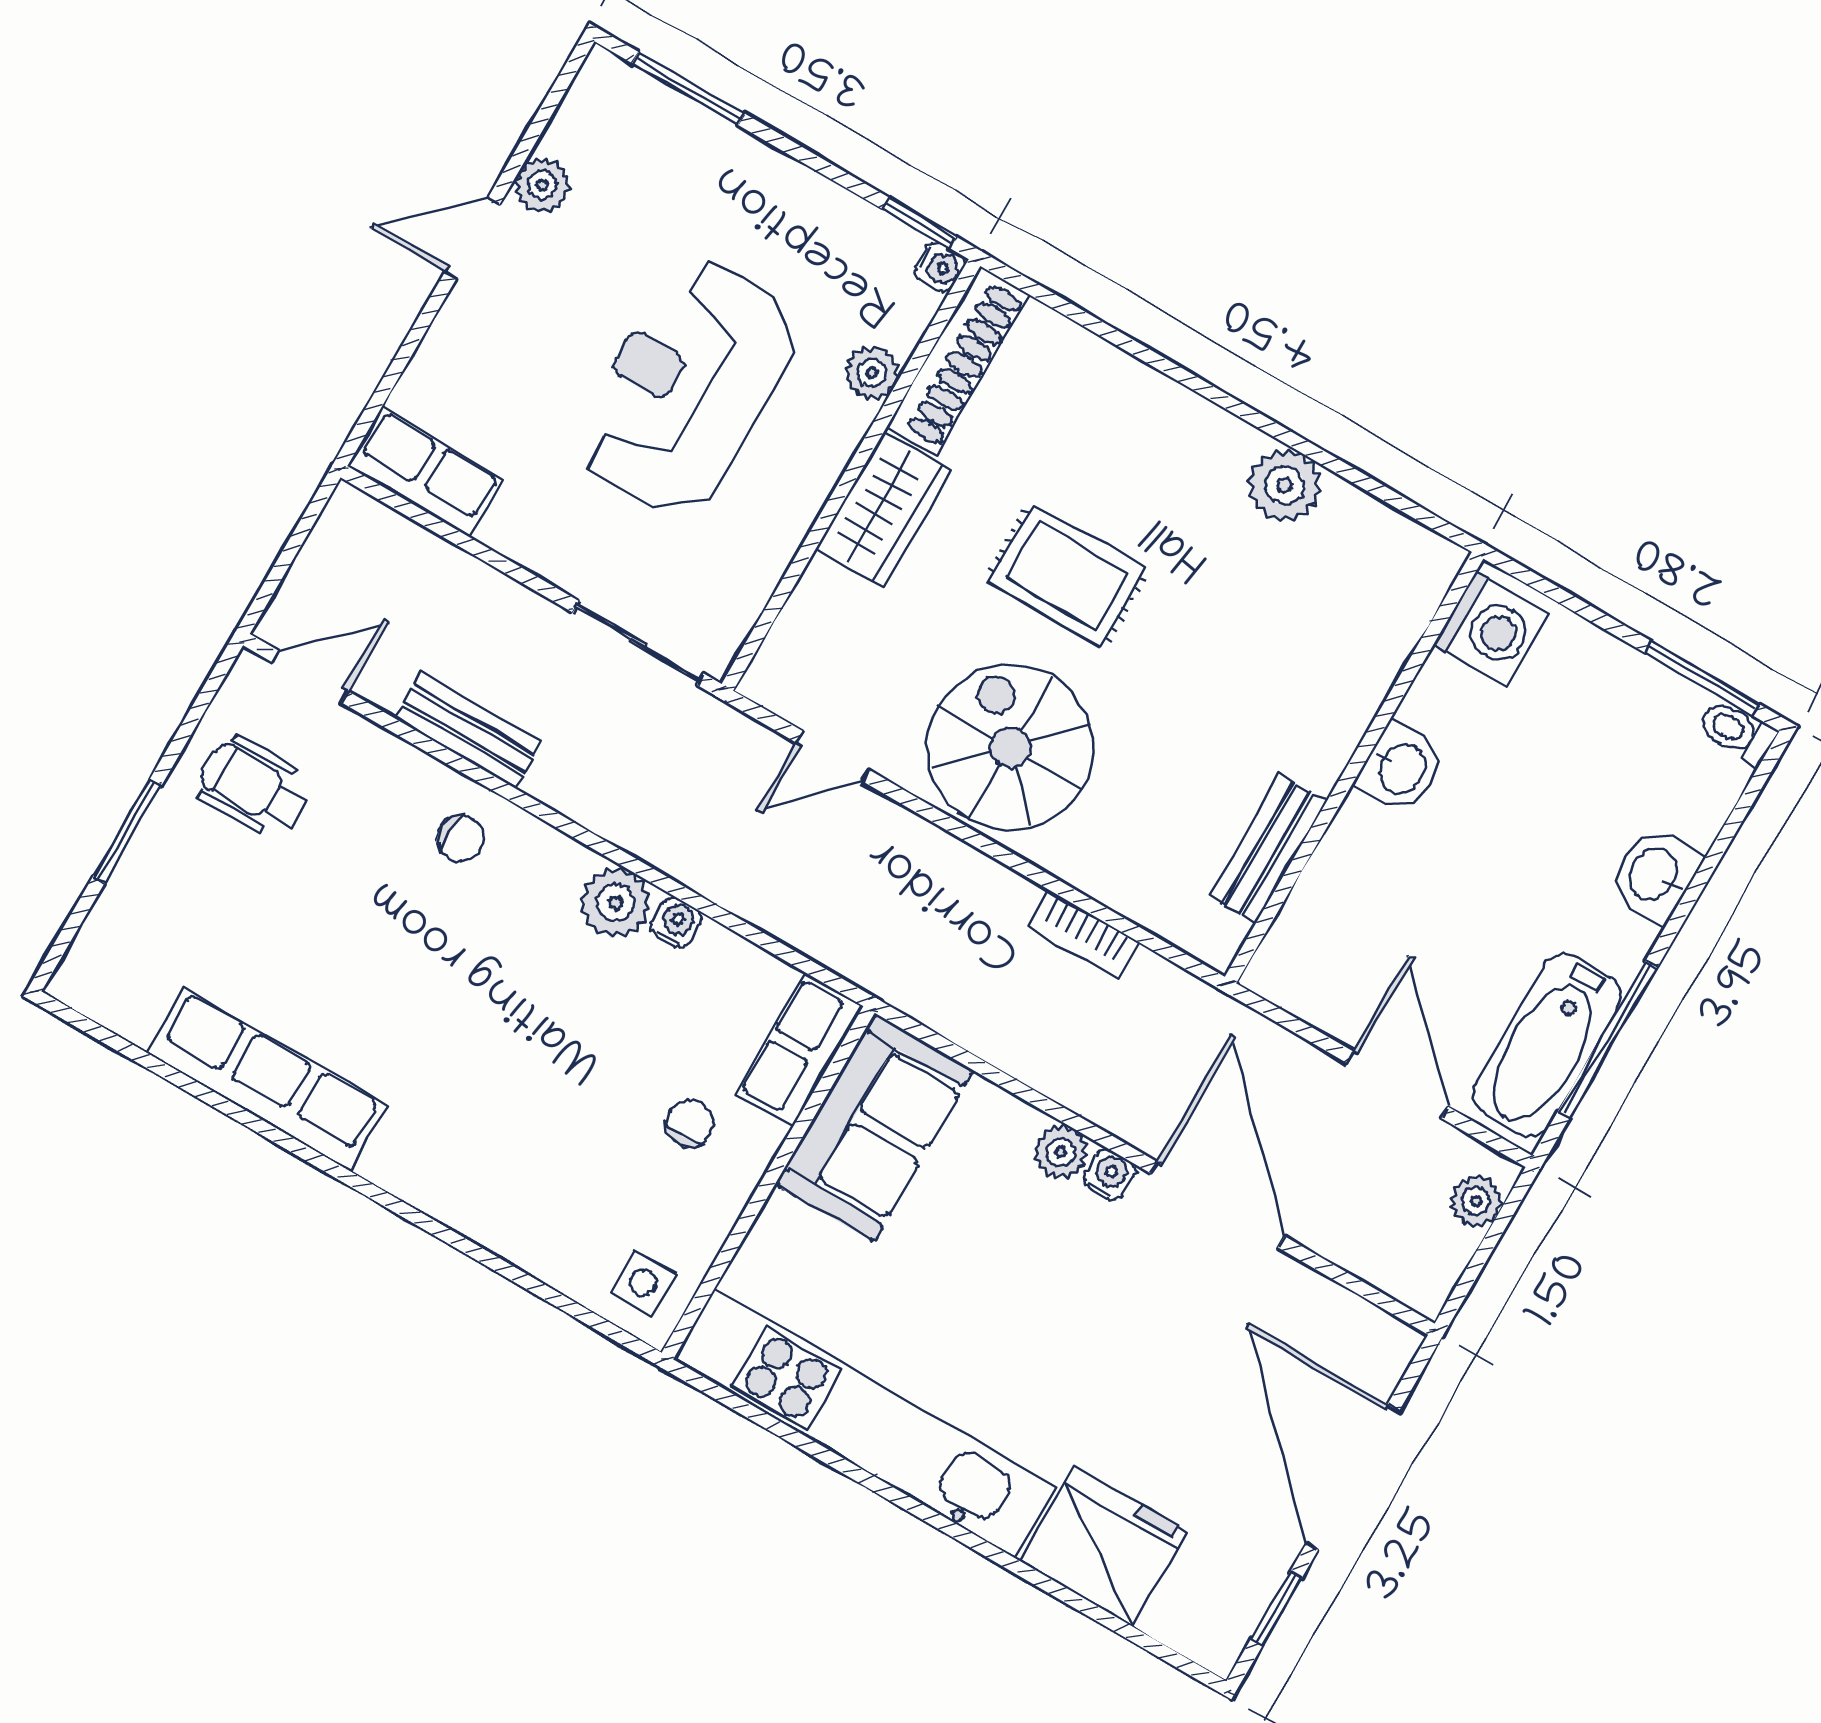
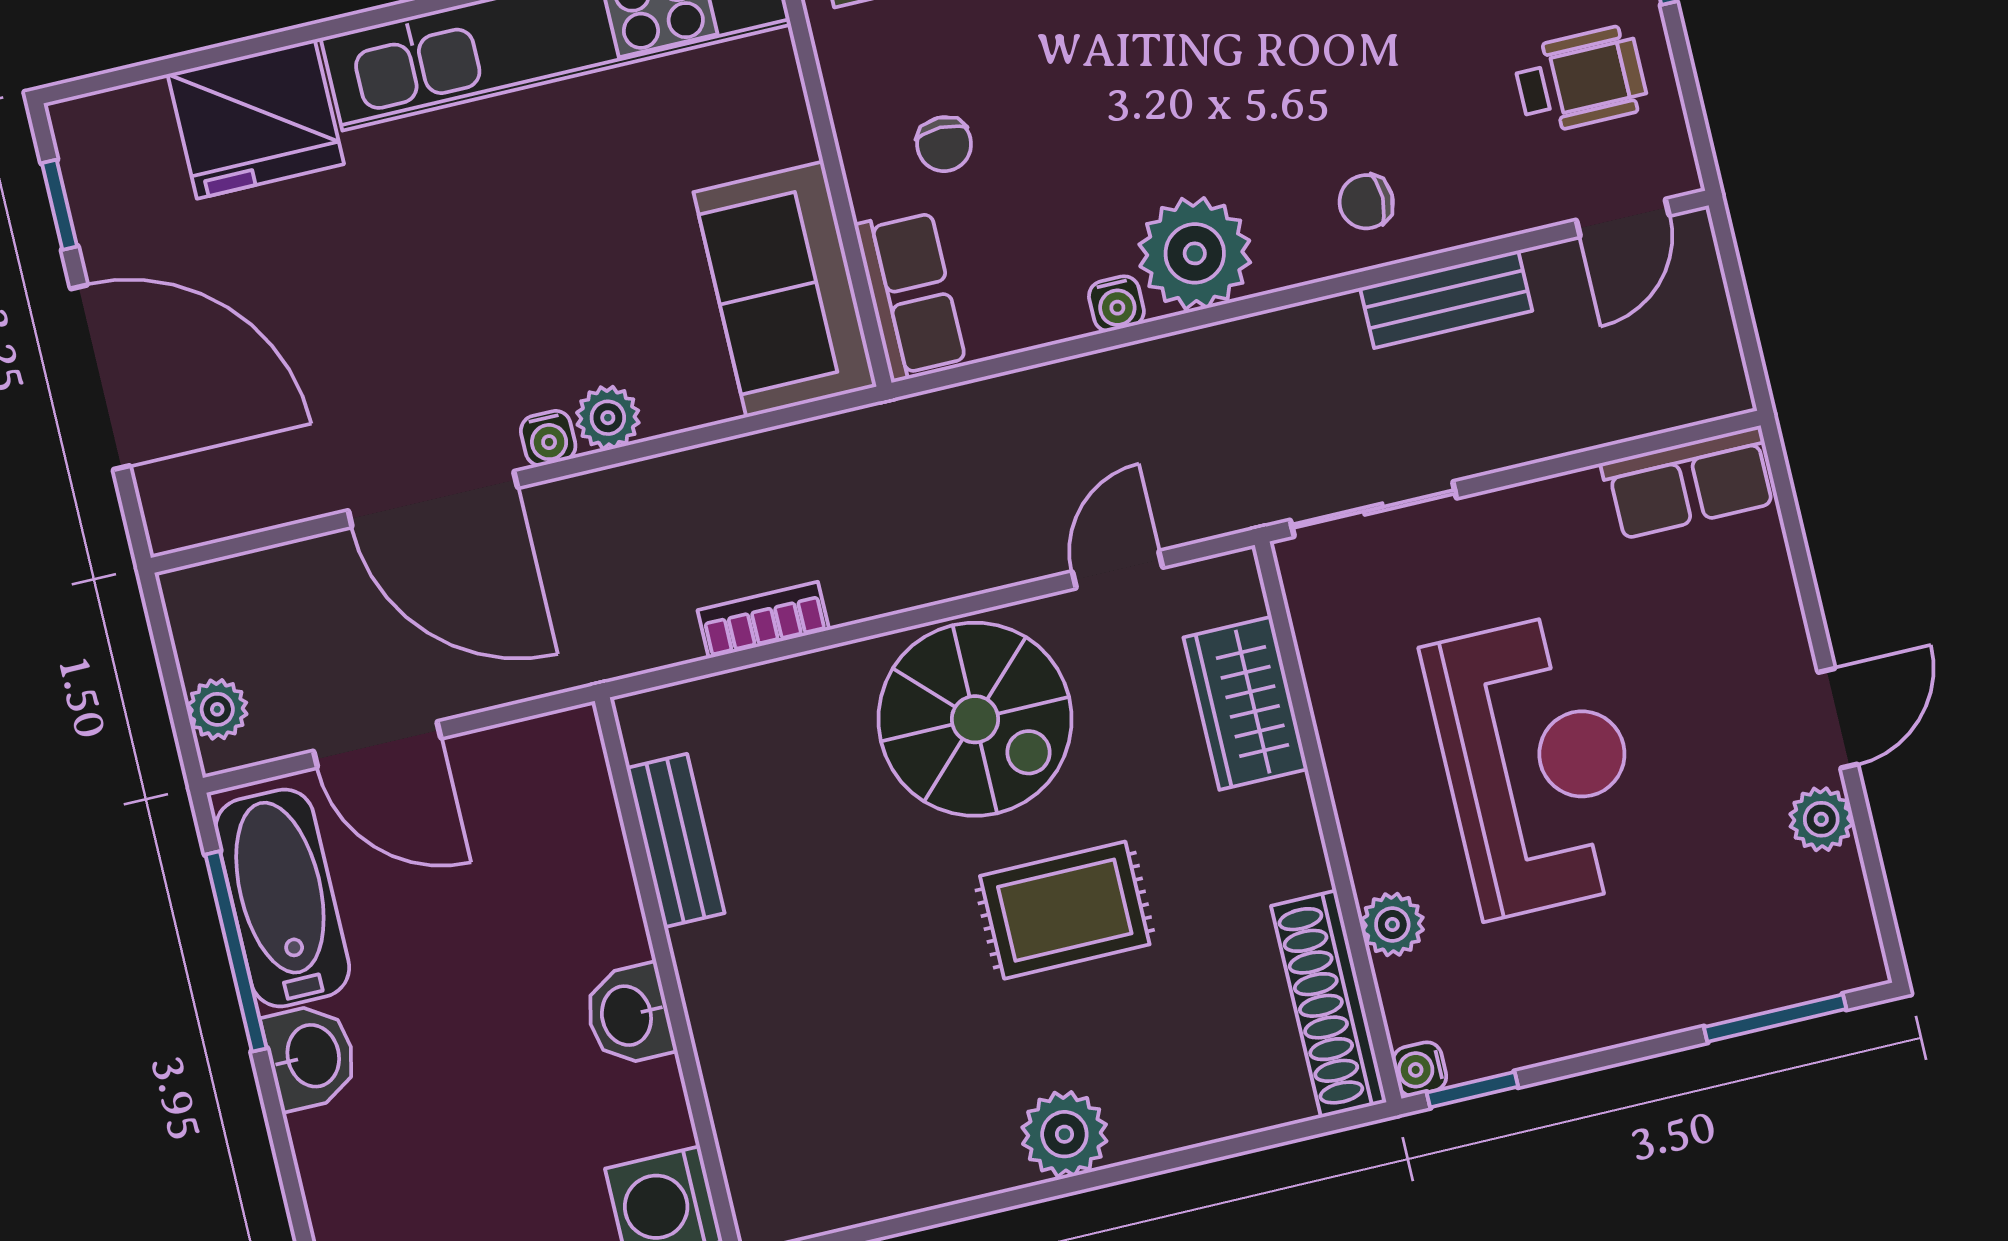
plant: (1285, 485) -> (1064, 1134), moved
wardrobe: (883, 509) -> (1246, 703), moved
washbasin: (1655, 875) -> (311, 1056), moved
plant: (616, 903) -> (1195, 253), width x1.36, depth x1.36

